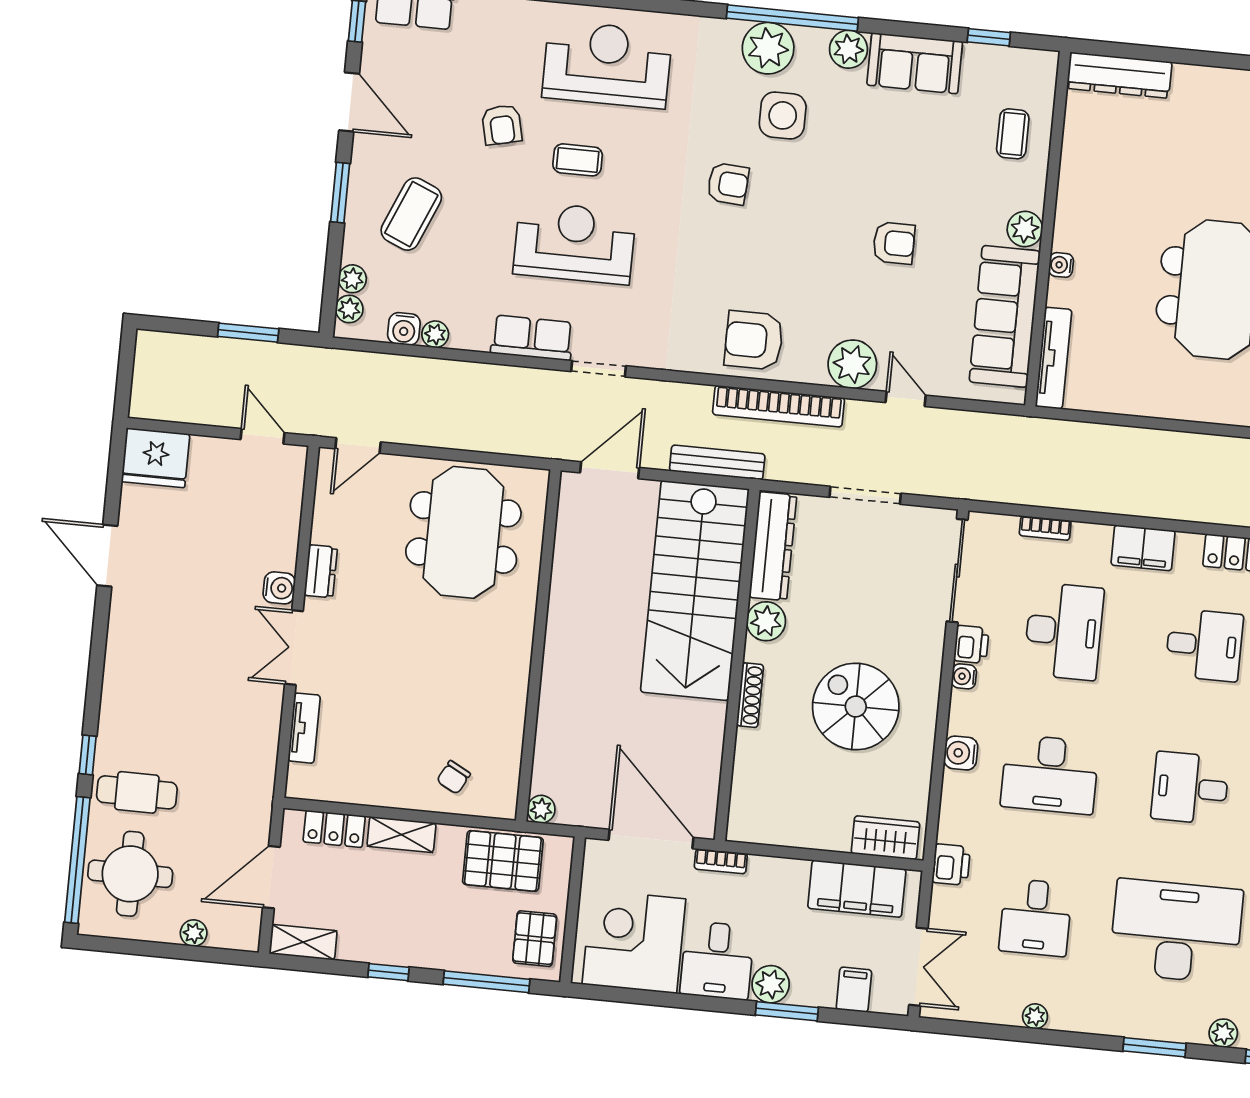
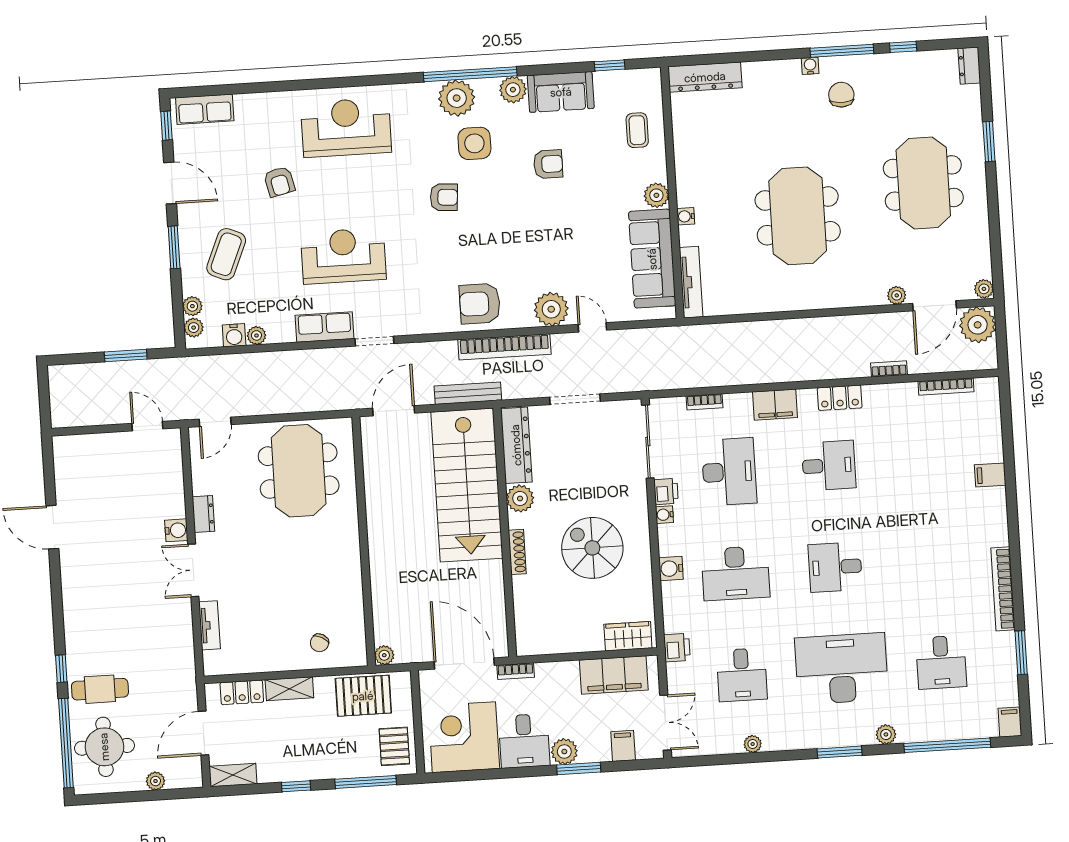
coffee table: (578, 160) -> (336, 198), removed
armchair: (894, 243) -> (548, 164), moved
fridge: (156, 458) -> (75, 453), removed

